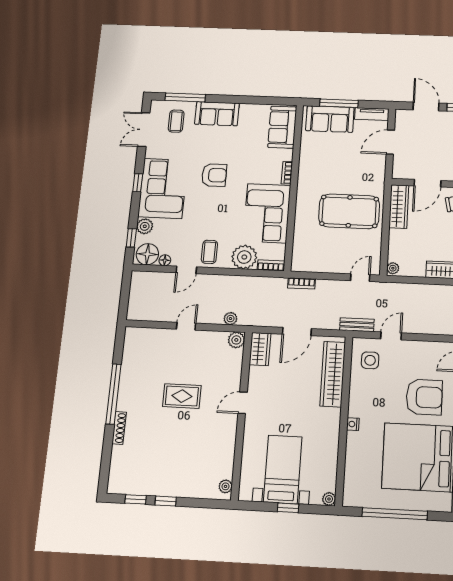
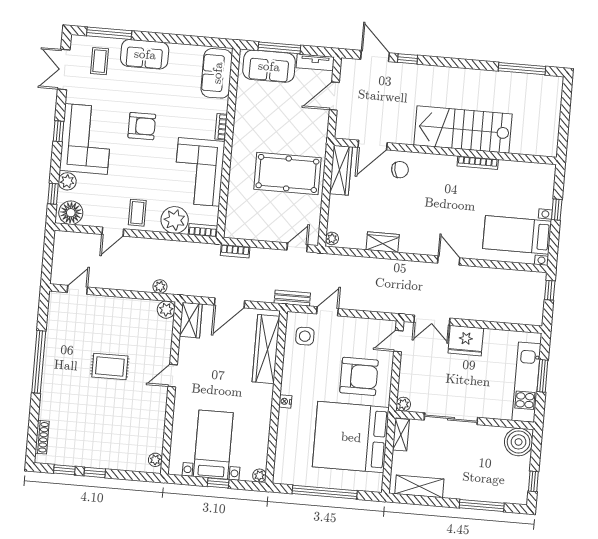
floor lamp: (165, 260) -> (90, 220), removed
door: (186, 326) -> (77, 290), moved
shoe rack: (119, 428) -> (42, 437), moved

